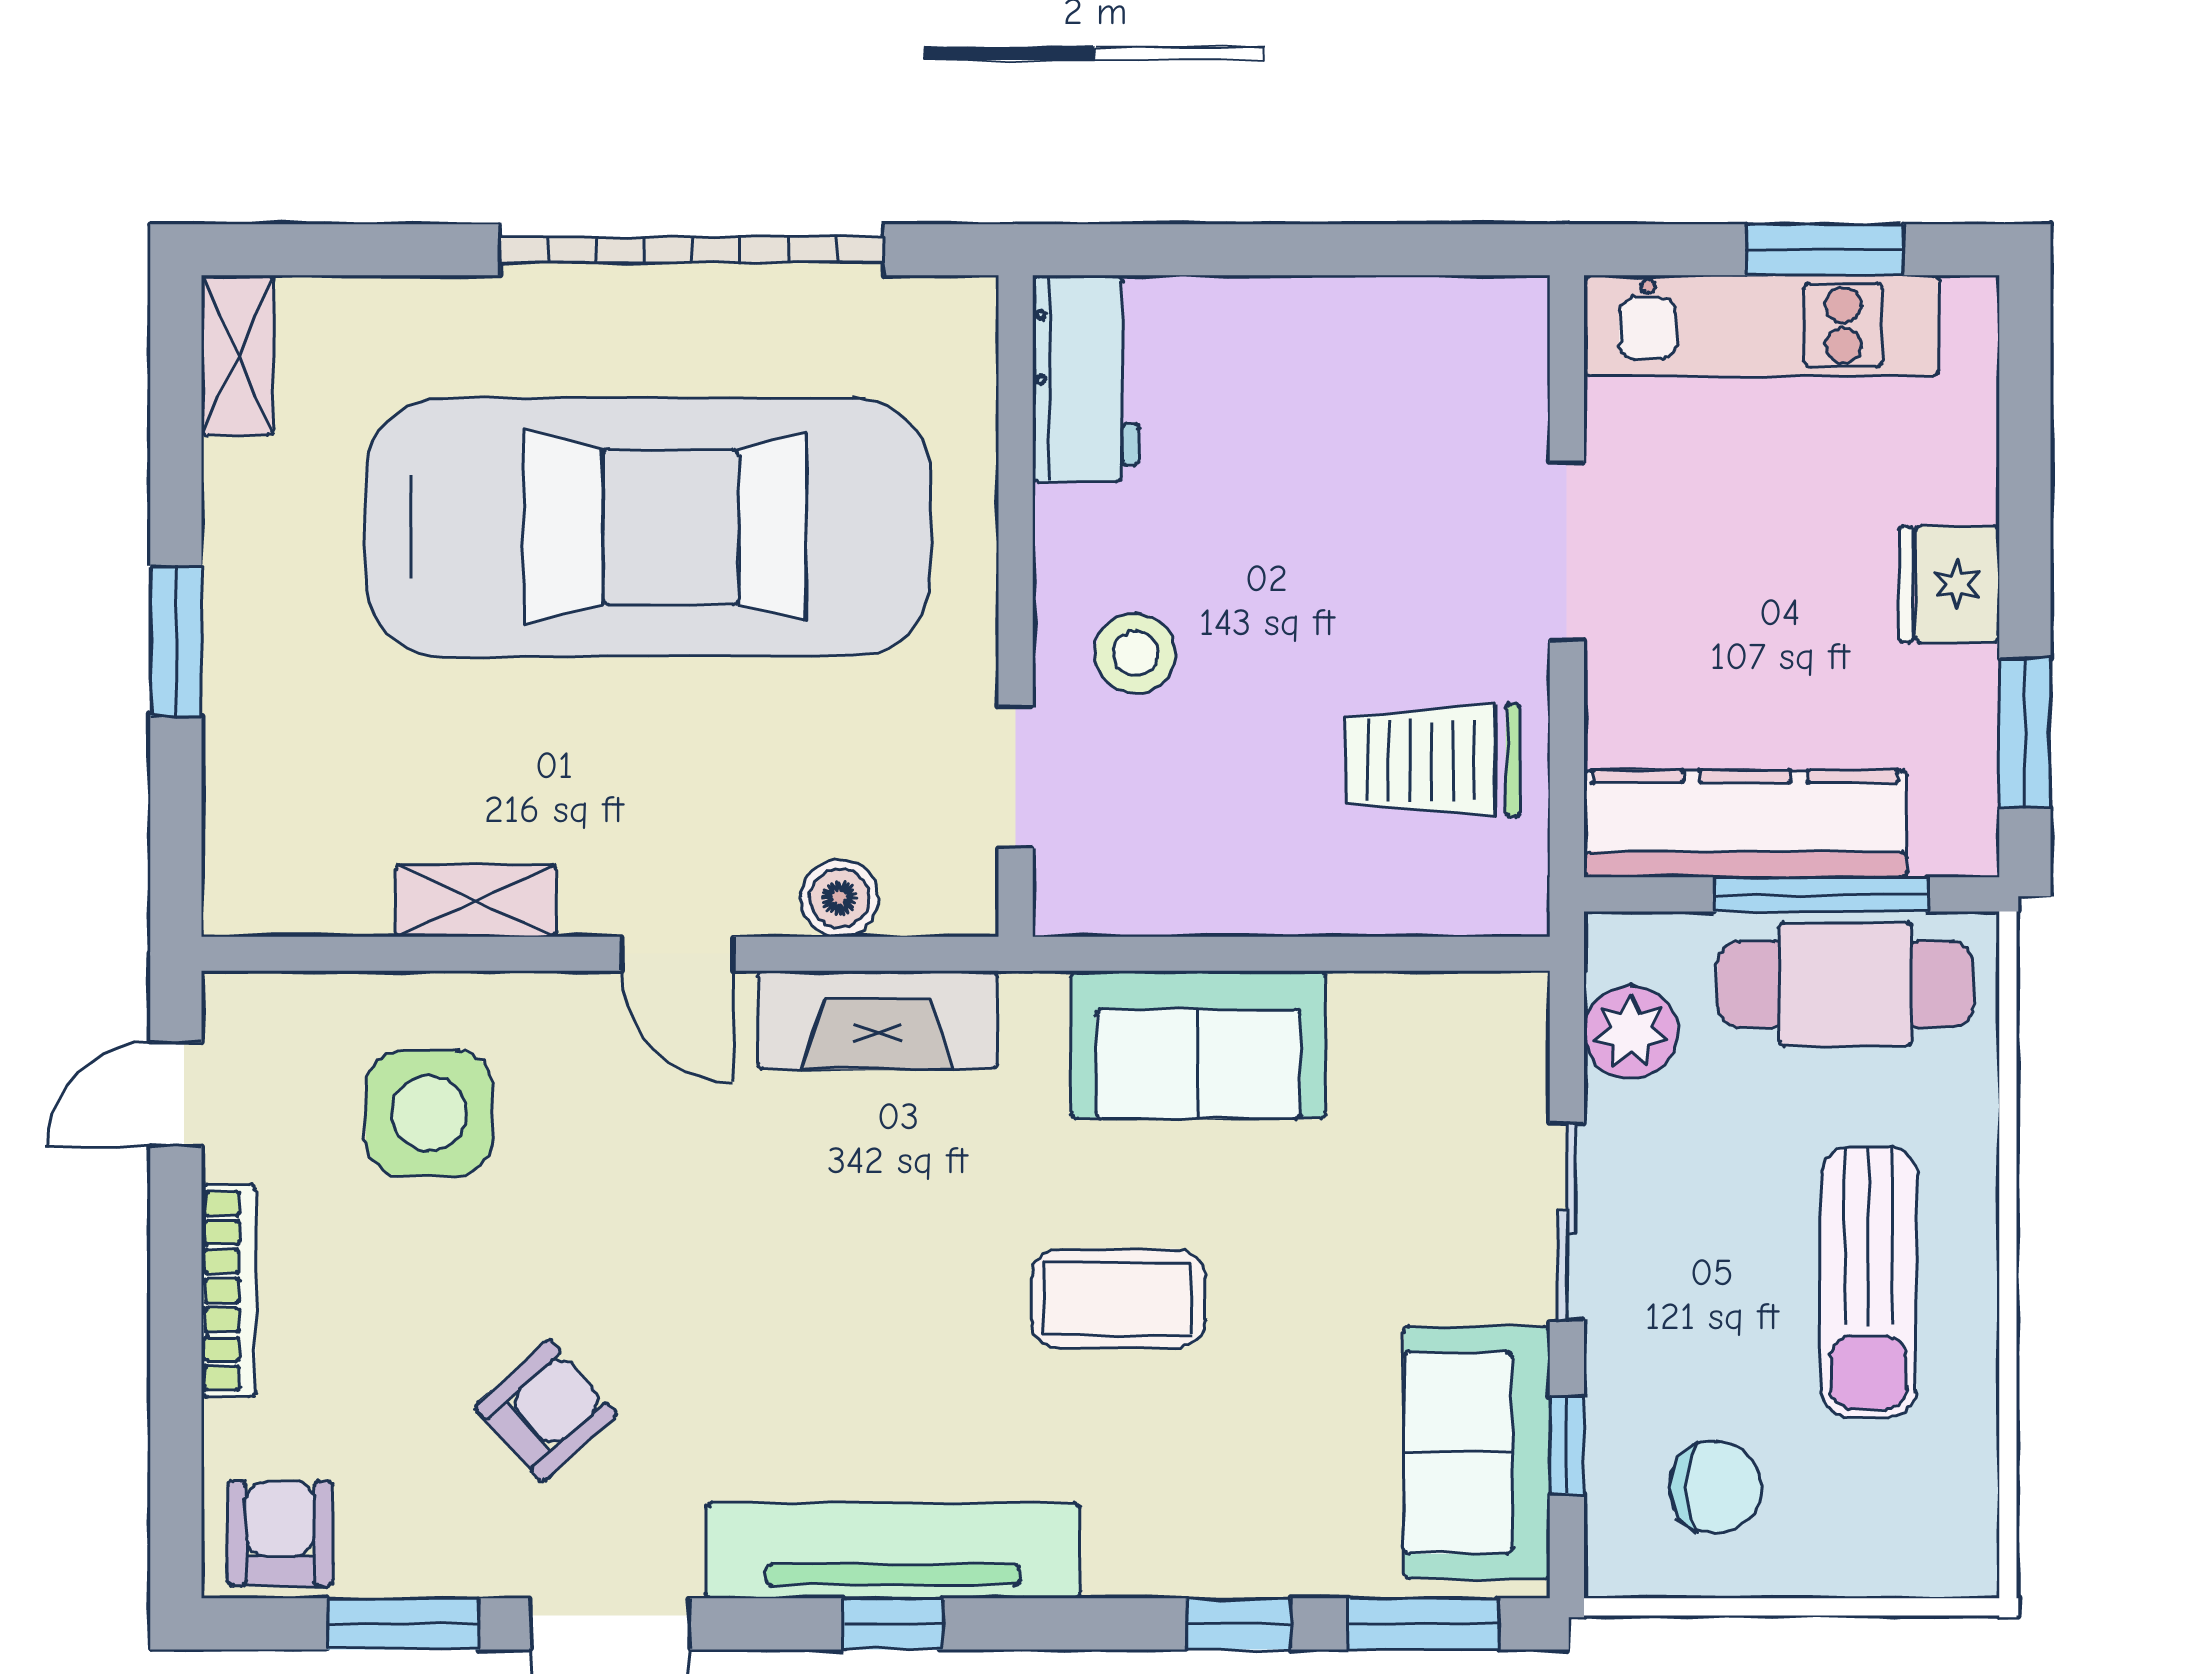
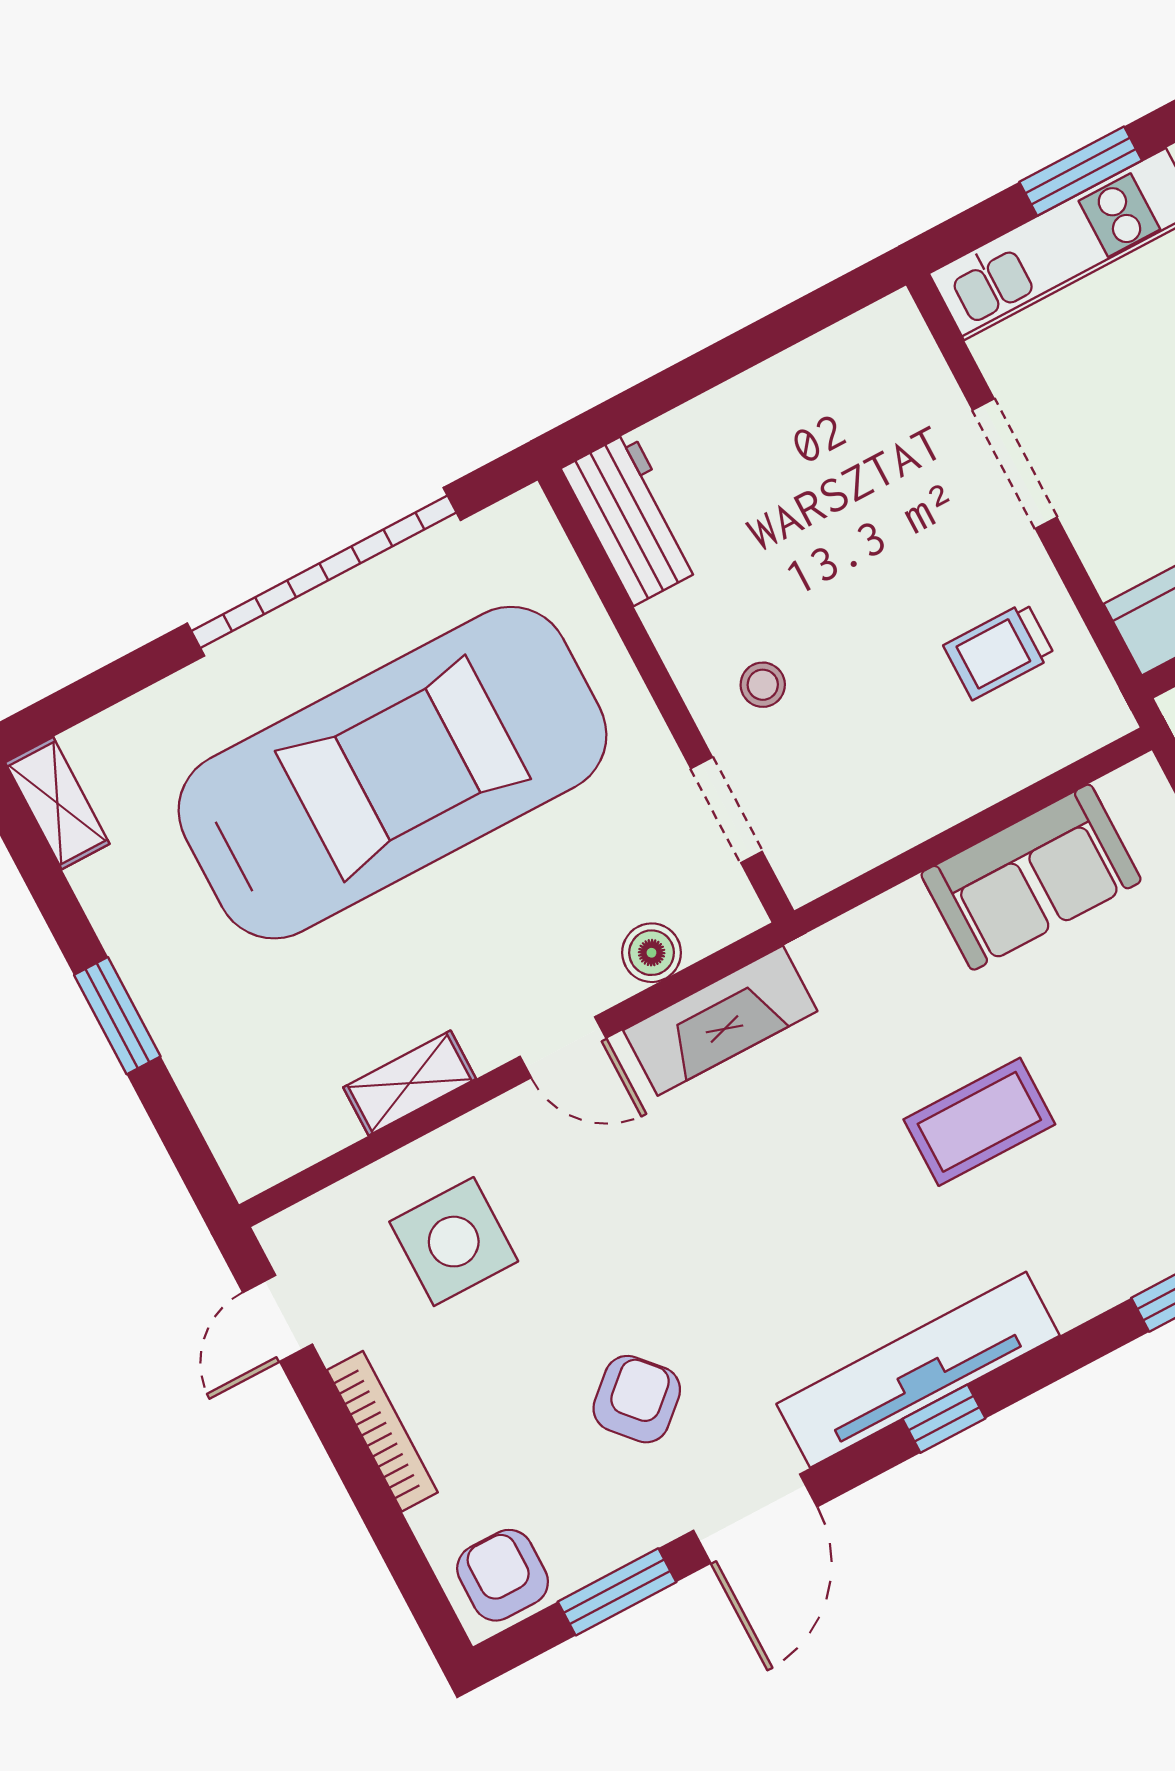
stool: (1135, 653) -> (763, 685), width x0.73, depth x0.73
trolley: (1433, 760) -> (999, 651), width x0.73, depth x0.72
sofa: (1198, 1045) -> (1031, 877), moved

